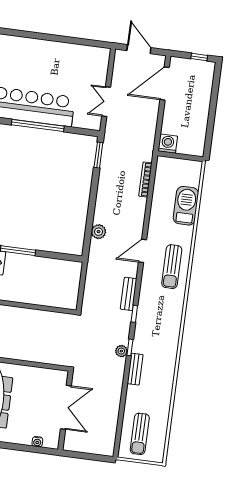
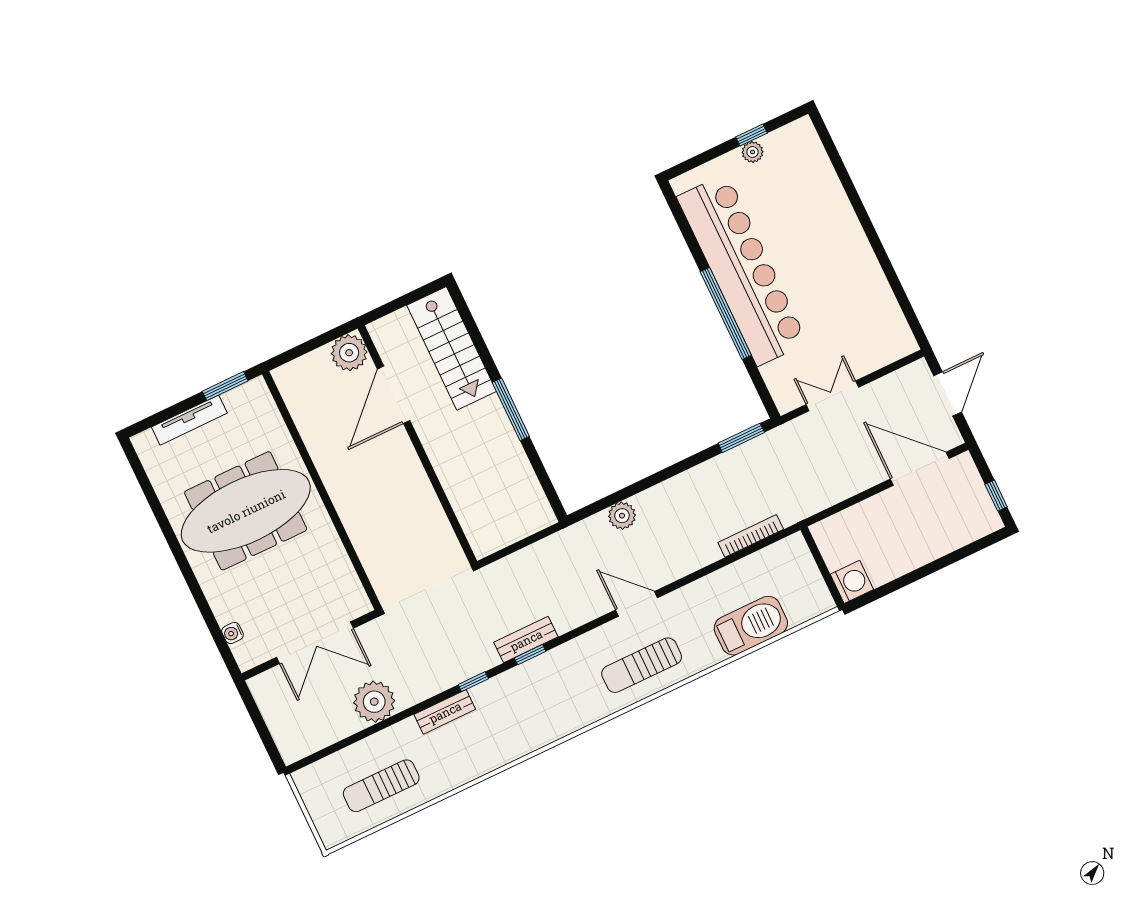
washing machine: (168, 144) -> (852, 582), moved
bench: (129, 294) -> (526, 640), moved
plant: (121, 351) -> (374, 702), moved, width x1.87, depth x1.87
sun lounger: (140, 434) -> (381, 786), moved

